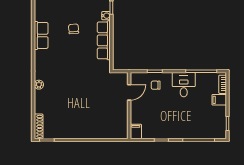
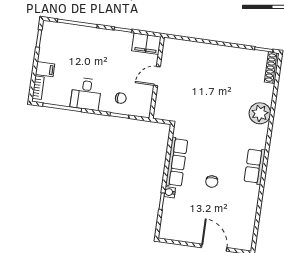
row of seats: (41, 35) -> (255, 166), moved
plant: (39, 85) -> (260, 113), width x1.88, depth x1.88
door: (129, 92) -> (157, 76), moved
filing cabinet: (136, 131) -> (146, 44), width x2.00

